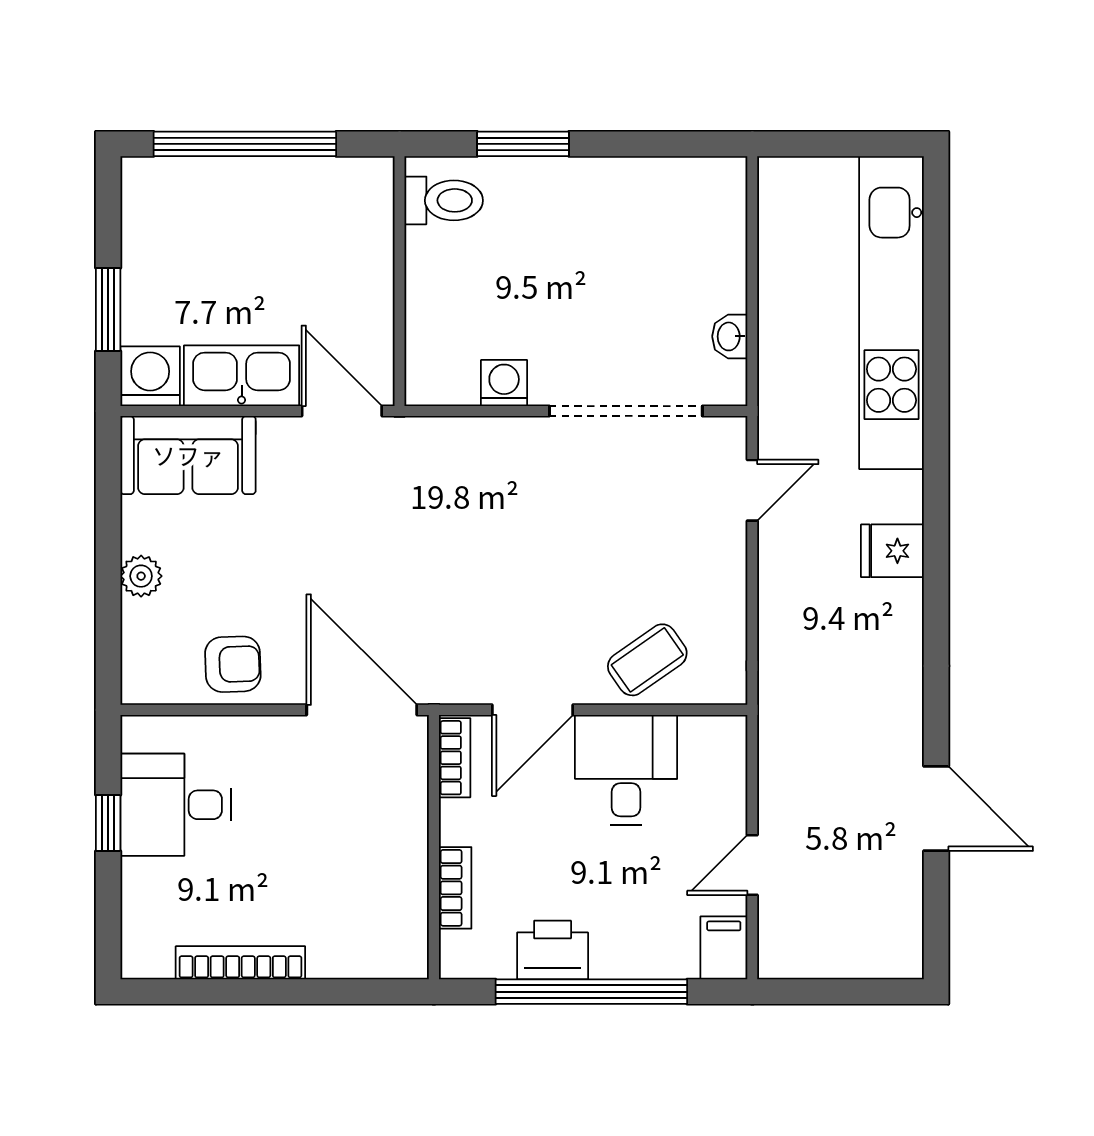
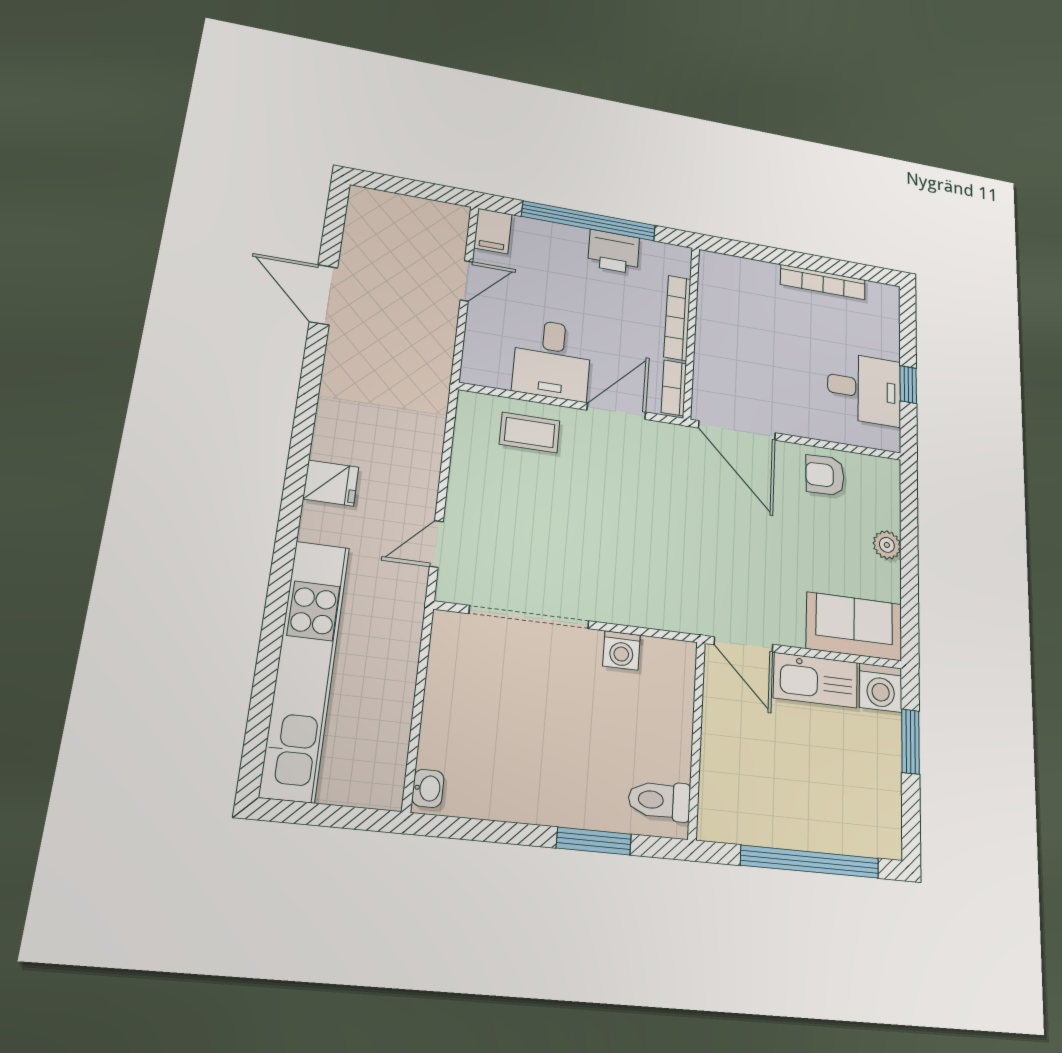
washbasin: (730, 336) -> (428, 788), moved
coffee table: (647, 660) -> (530, 433), turned 35
bookcase: (455, 888) -> (677, 318), width x1.56

